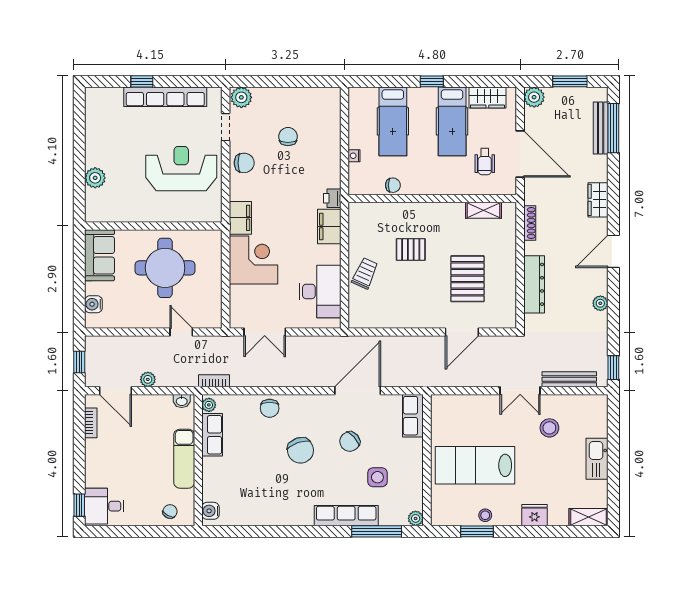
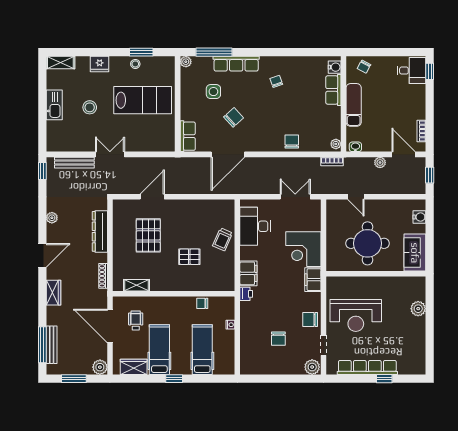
stool: (549, 428) -> (90, 107), moved
row of seats: (212, 435) -> (333, 90), moved
chair: (301, 450) -> (276, 81), moved, width x0.54, depth x0.54

